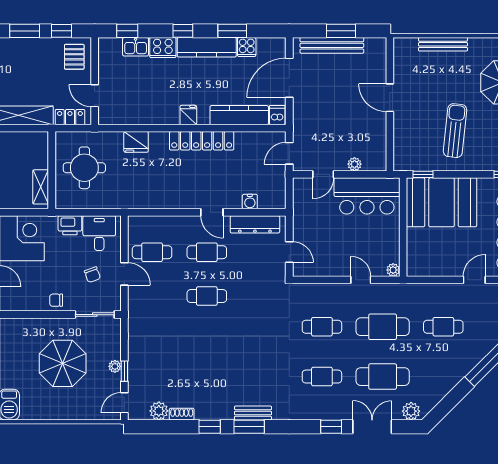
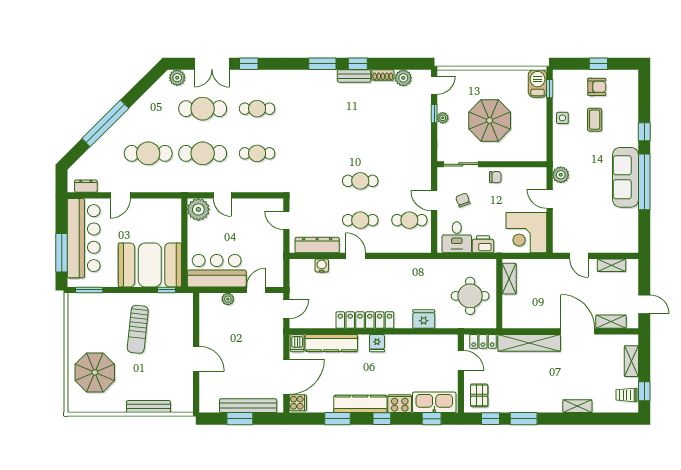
kitchen sink: (136, 47) -> (434, 402), width x1.87, depth x1.24
cooker: (247, 47) -> (298, 403), moved, turned 90
plant: (393, 270) -> (198, 209), width x1.88, depth x1.88
cafe table: (443, 327) -> (148, 153), width x1.37, depth x1.35
bench: (253, 413) -> (354, 76), moved

